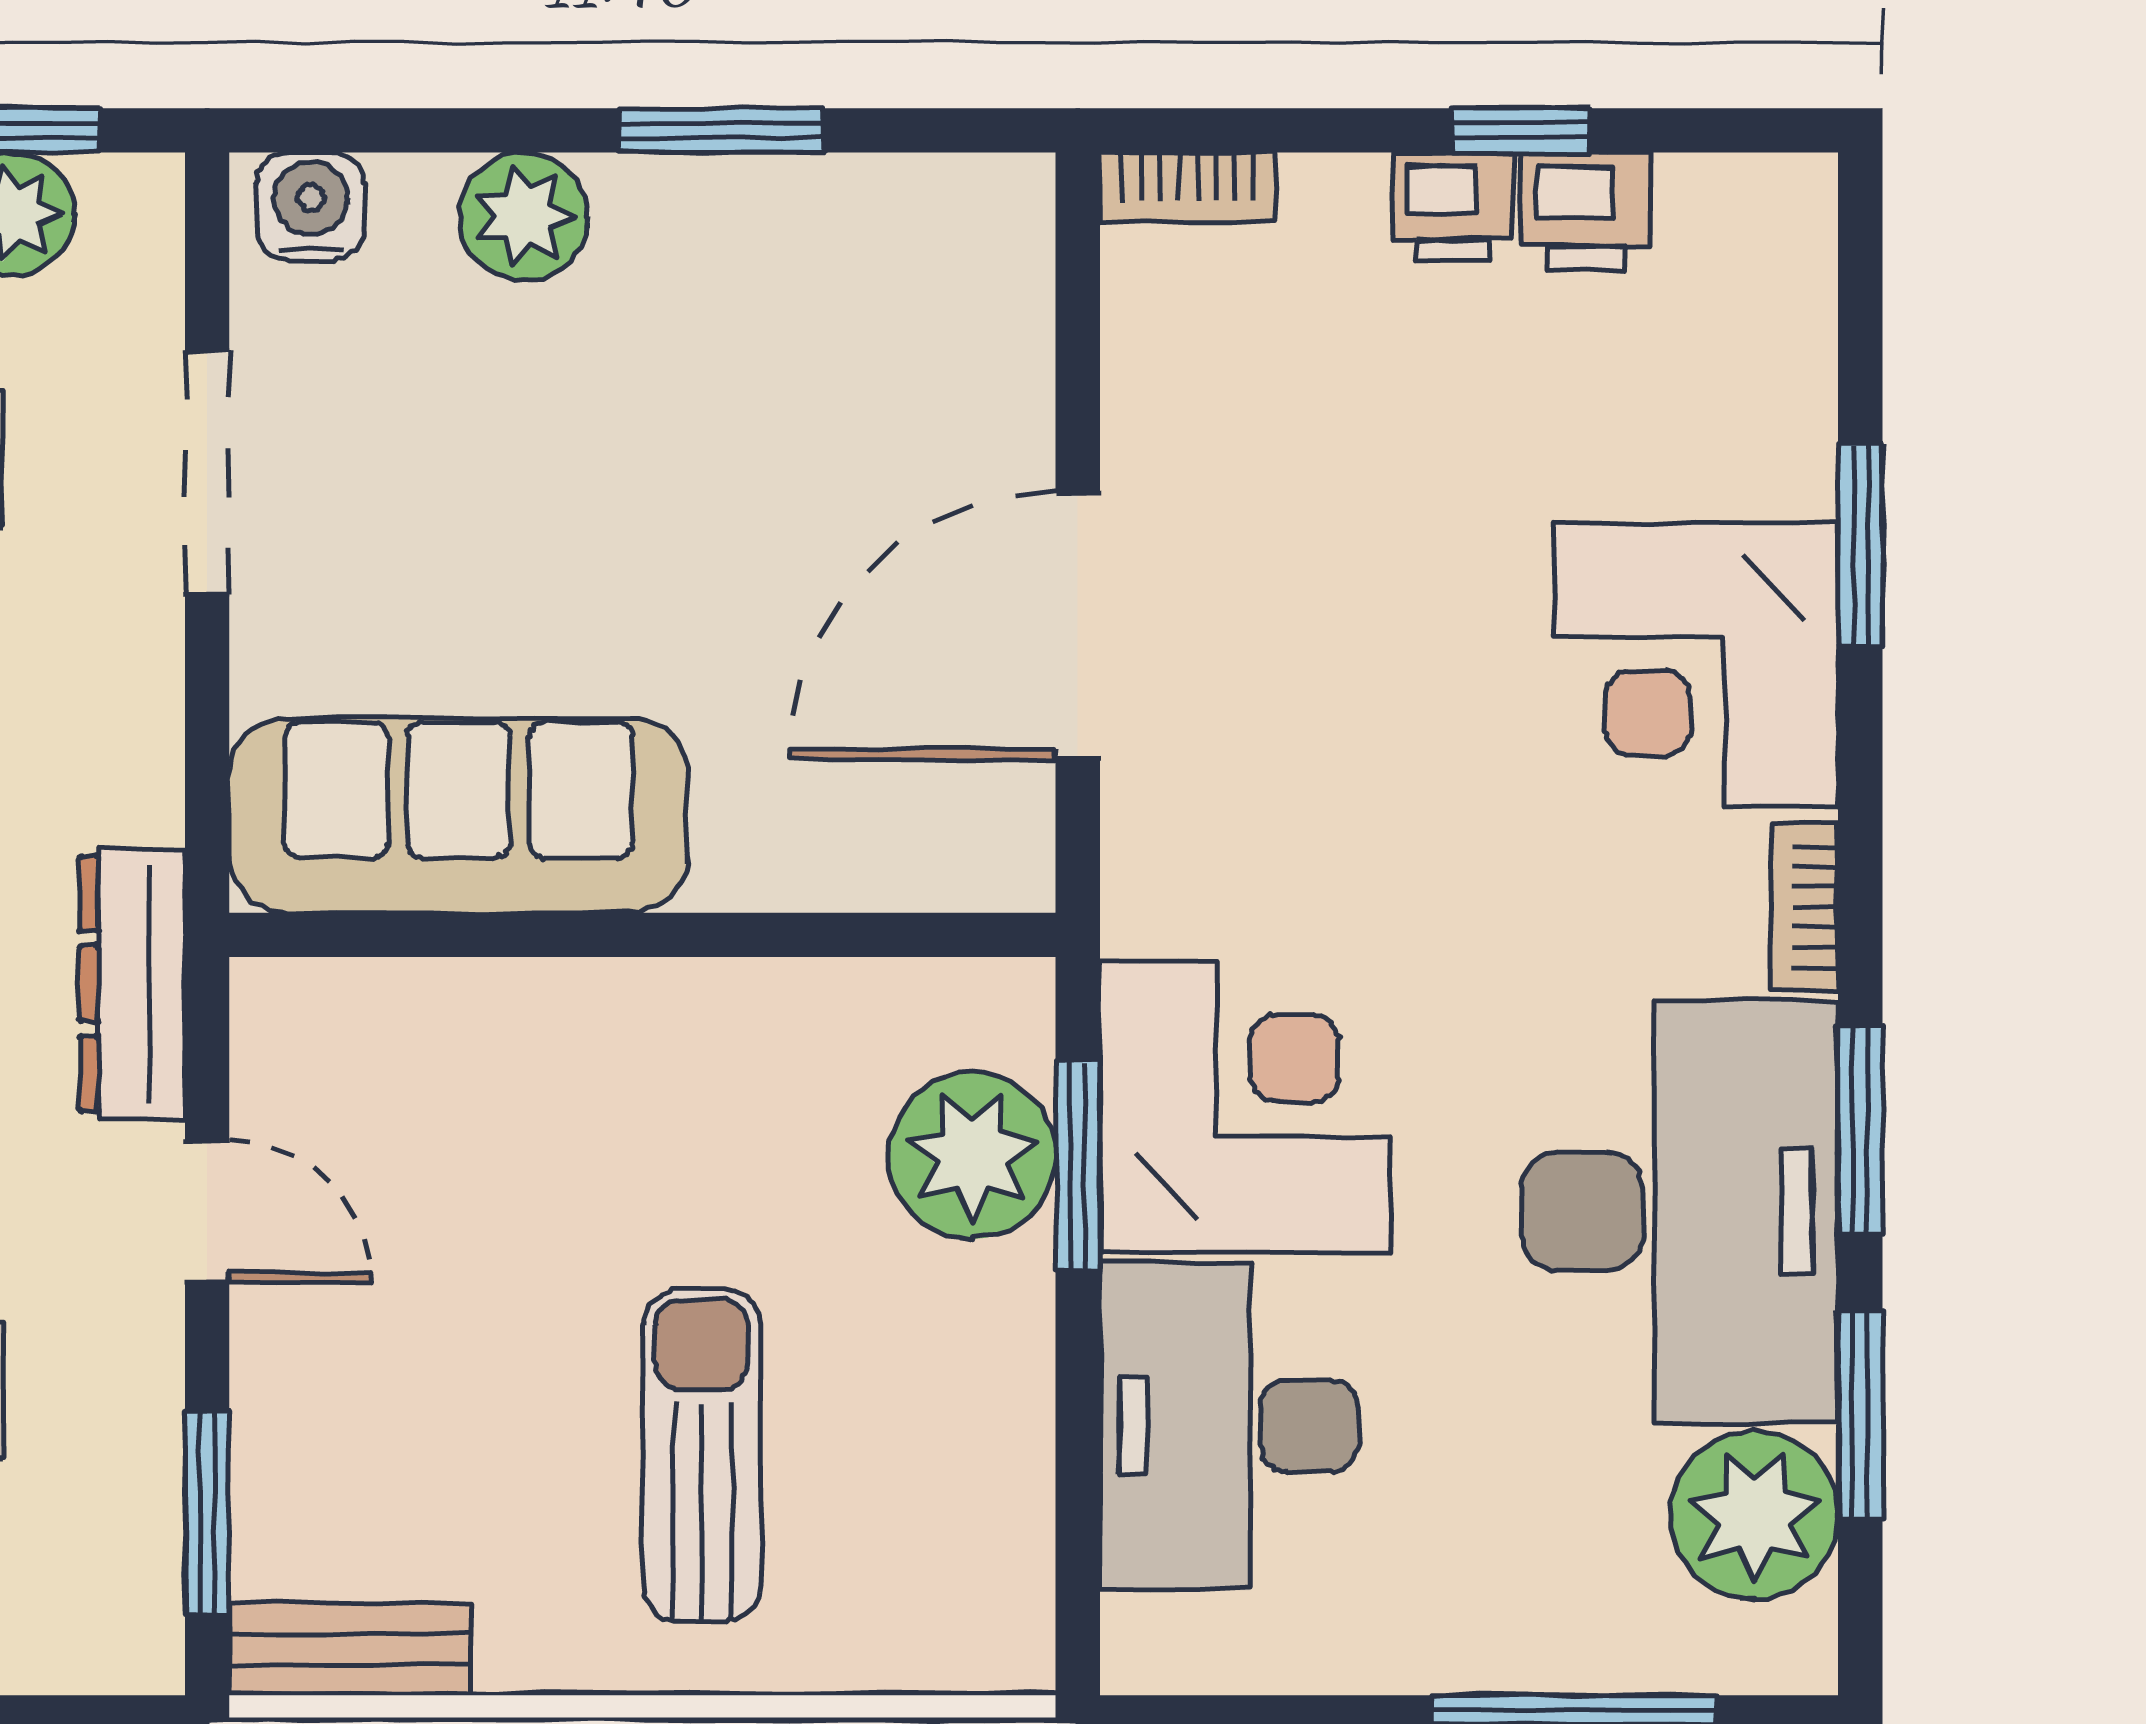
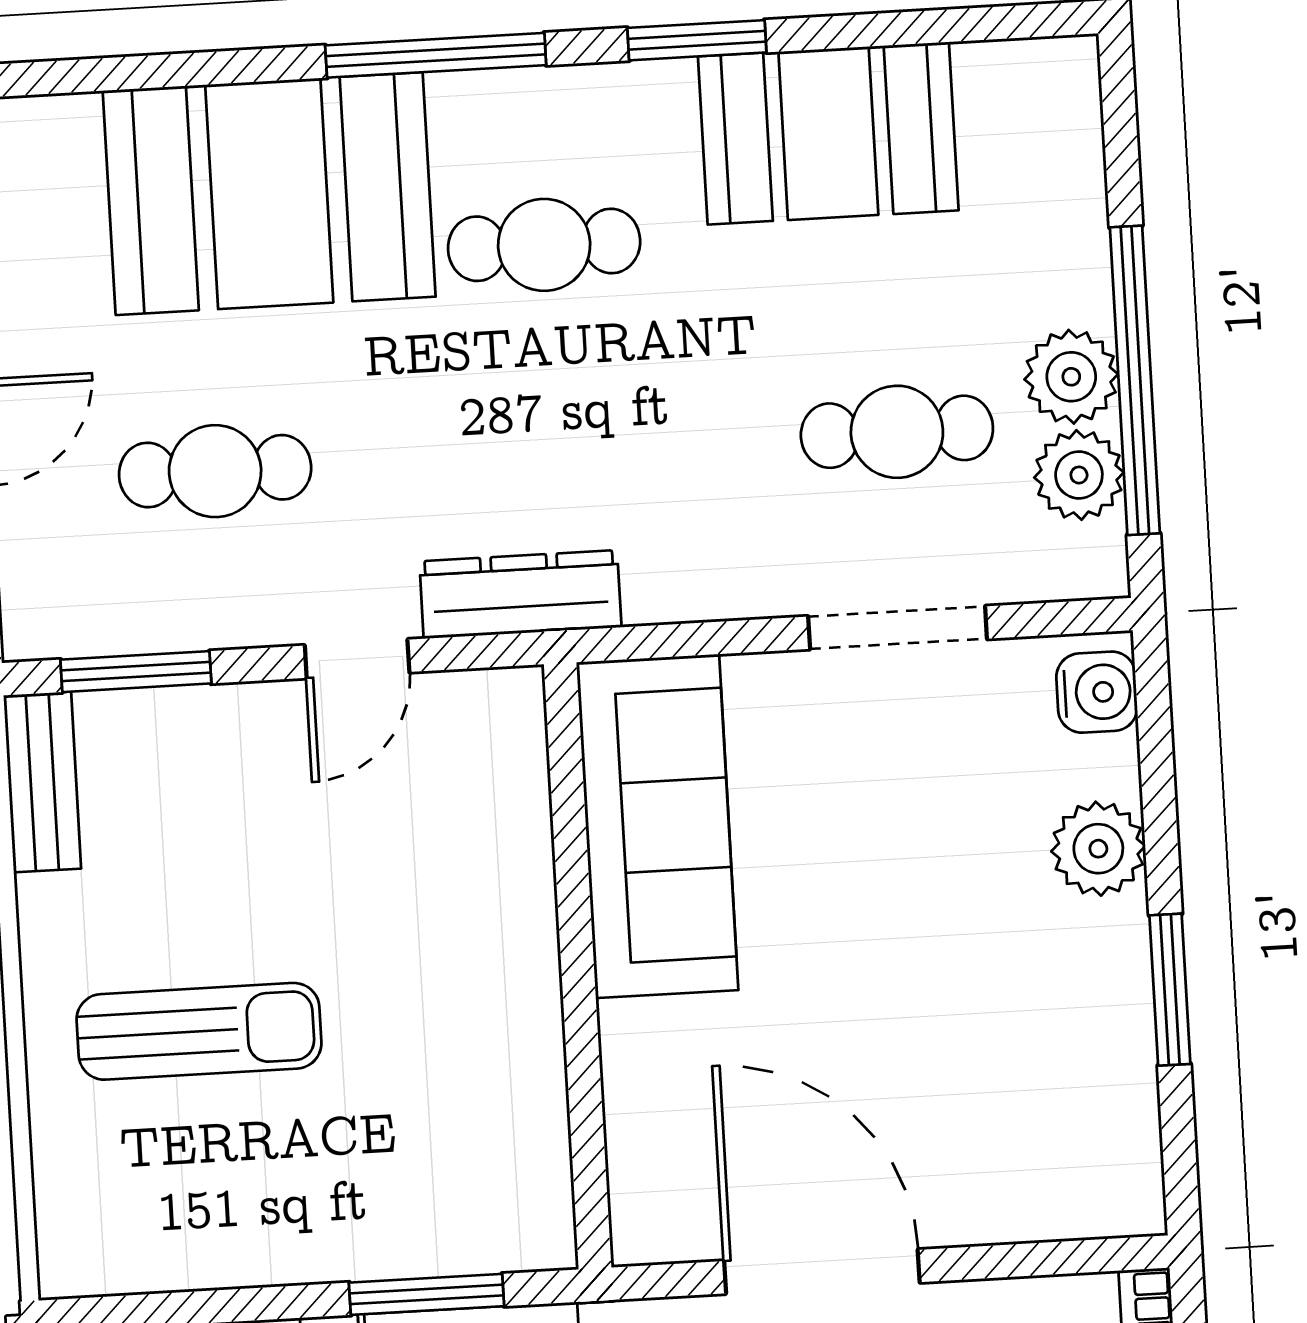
plant: (972, 1156) -> (430, 1217), removed

